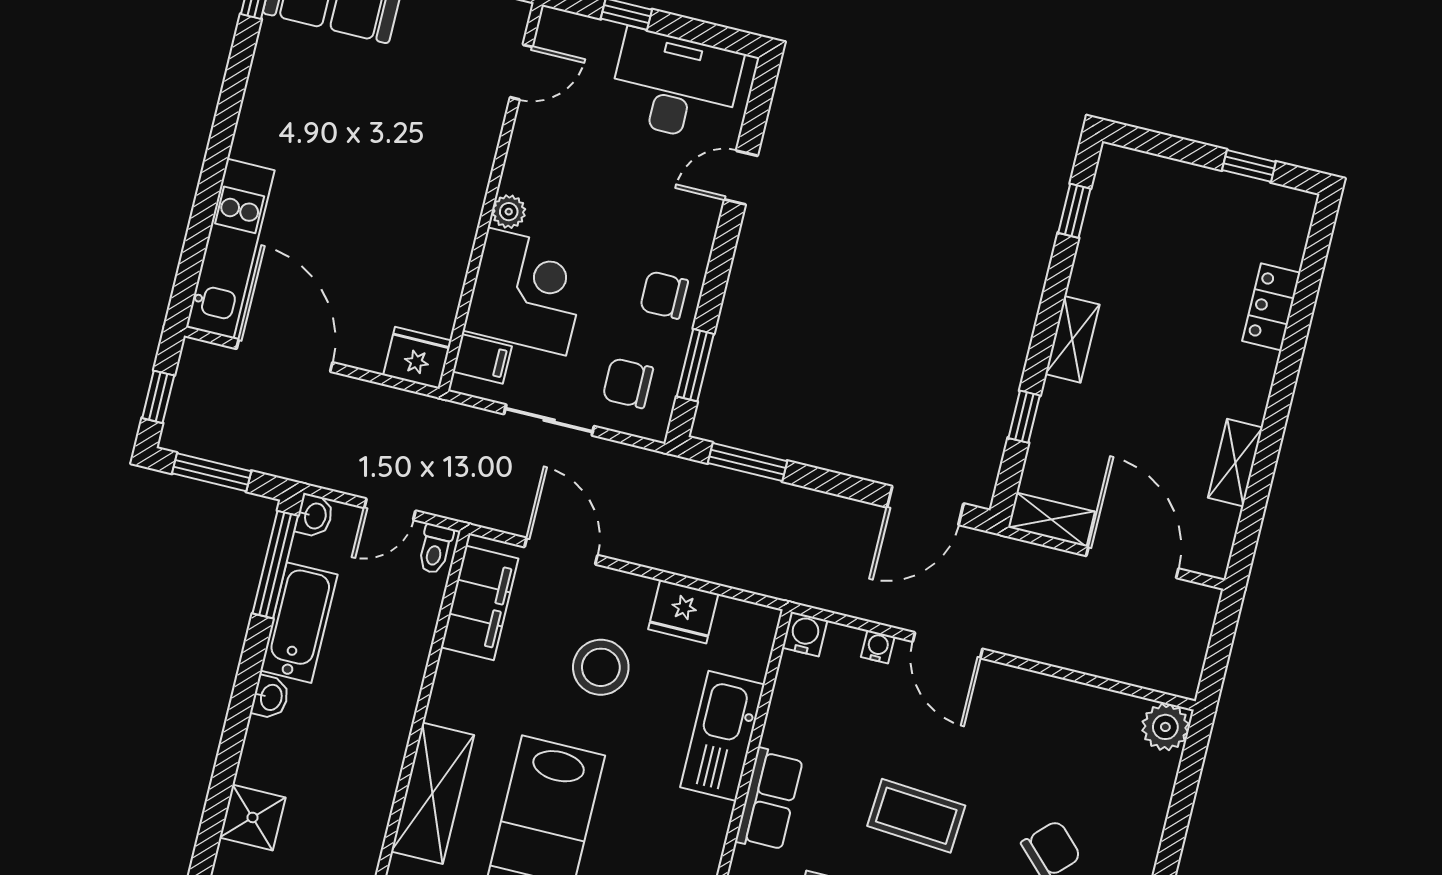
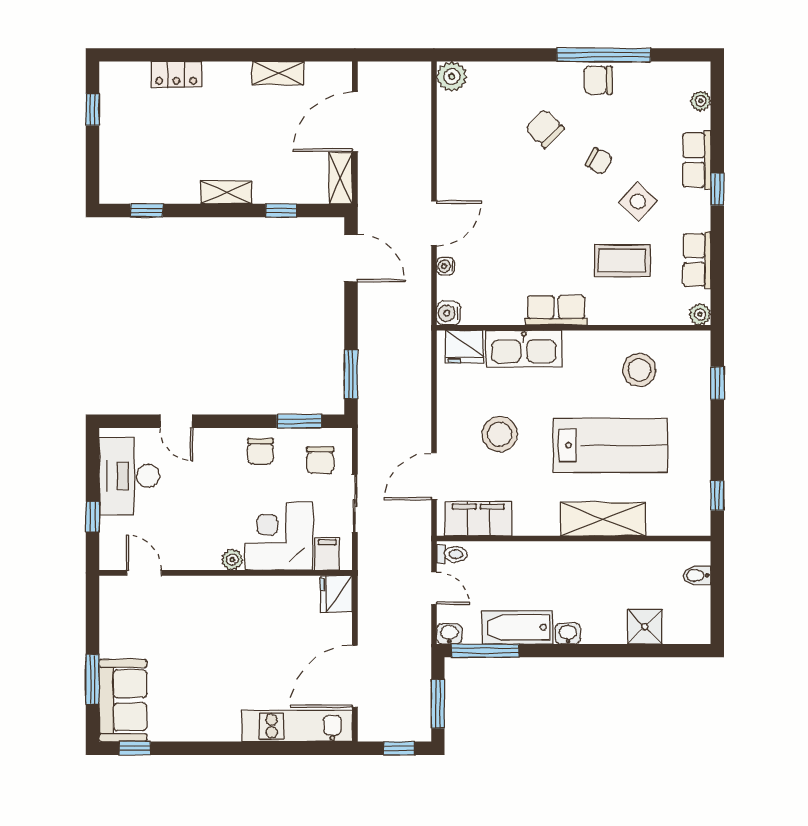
fridge: (683, 612) -> (464, 347), moved, turned 90
coffee table: (916, 816) -> (544, 217), removed

